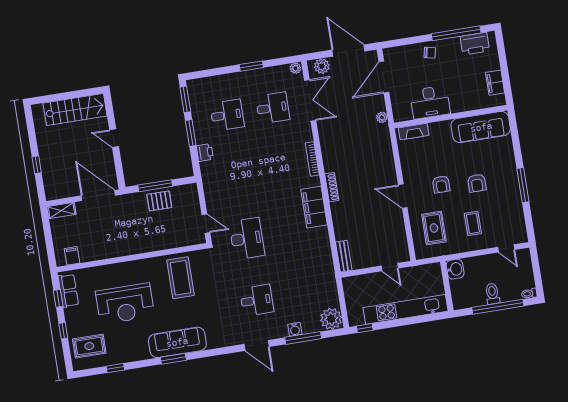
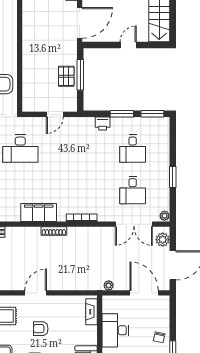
door: (206, 224) -> (55, 114), moved

